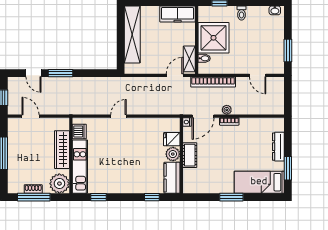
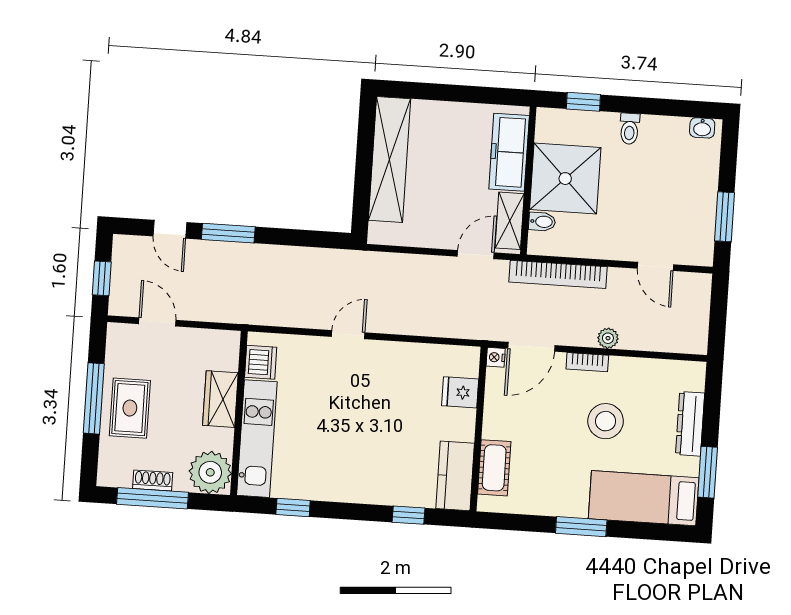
freezer: (178, 14) -> (509, 152), moved, turned 90
plant: (227, 110) -> (608, 338), moved
stool: (239, 148) -> (606, 421), added
wardrobe: (62, 150) -> (220, 399), width x0.67
plant: (173, 154) -> (460, 425), removed
cot: (190, 155) -> (494, 468), moved
rug: (21, 156) -> (130, 408), added

